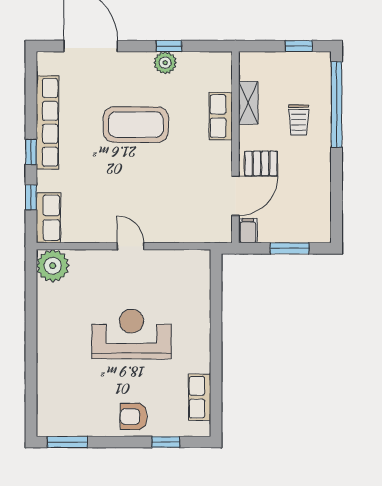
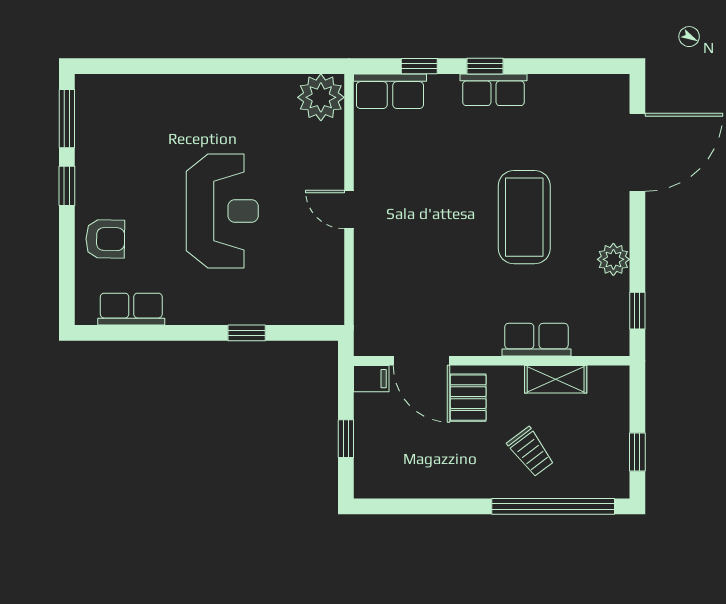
window: (169, 46) -> (637, 311), moved
trolley: (299, 120) -> (531, 452), turned -127
row of seats: (47, 122) -> (493, 90), width x0.50
door: (131, 246) -> (349, 210), swing flipped
window: (289, 248) -> (346, 439), width x0.67
window: (216, 317) -> (247, 333), added
armchair: (134, 417) -> (105, 239), moved, turned 91
window: (166, 442) -> (67, 186), moved

